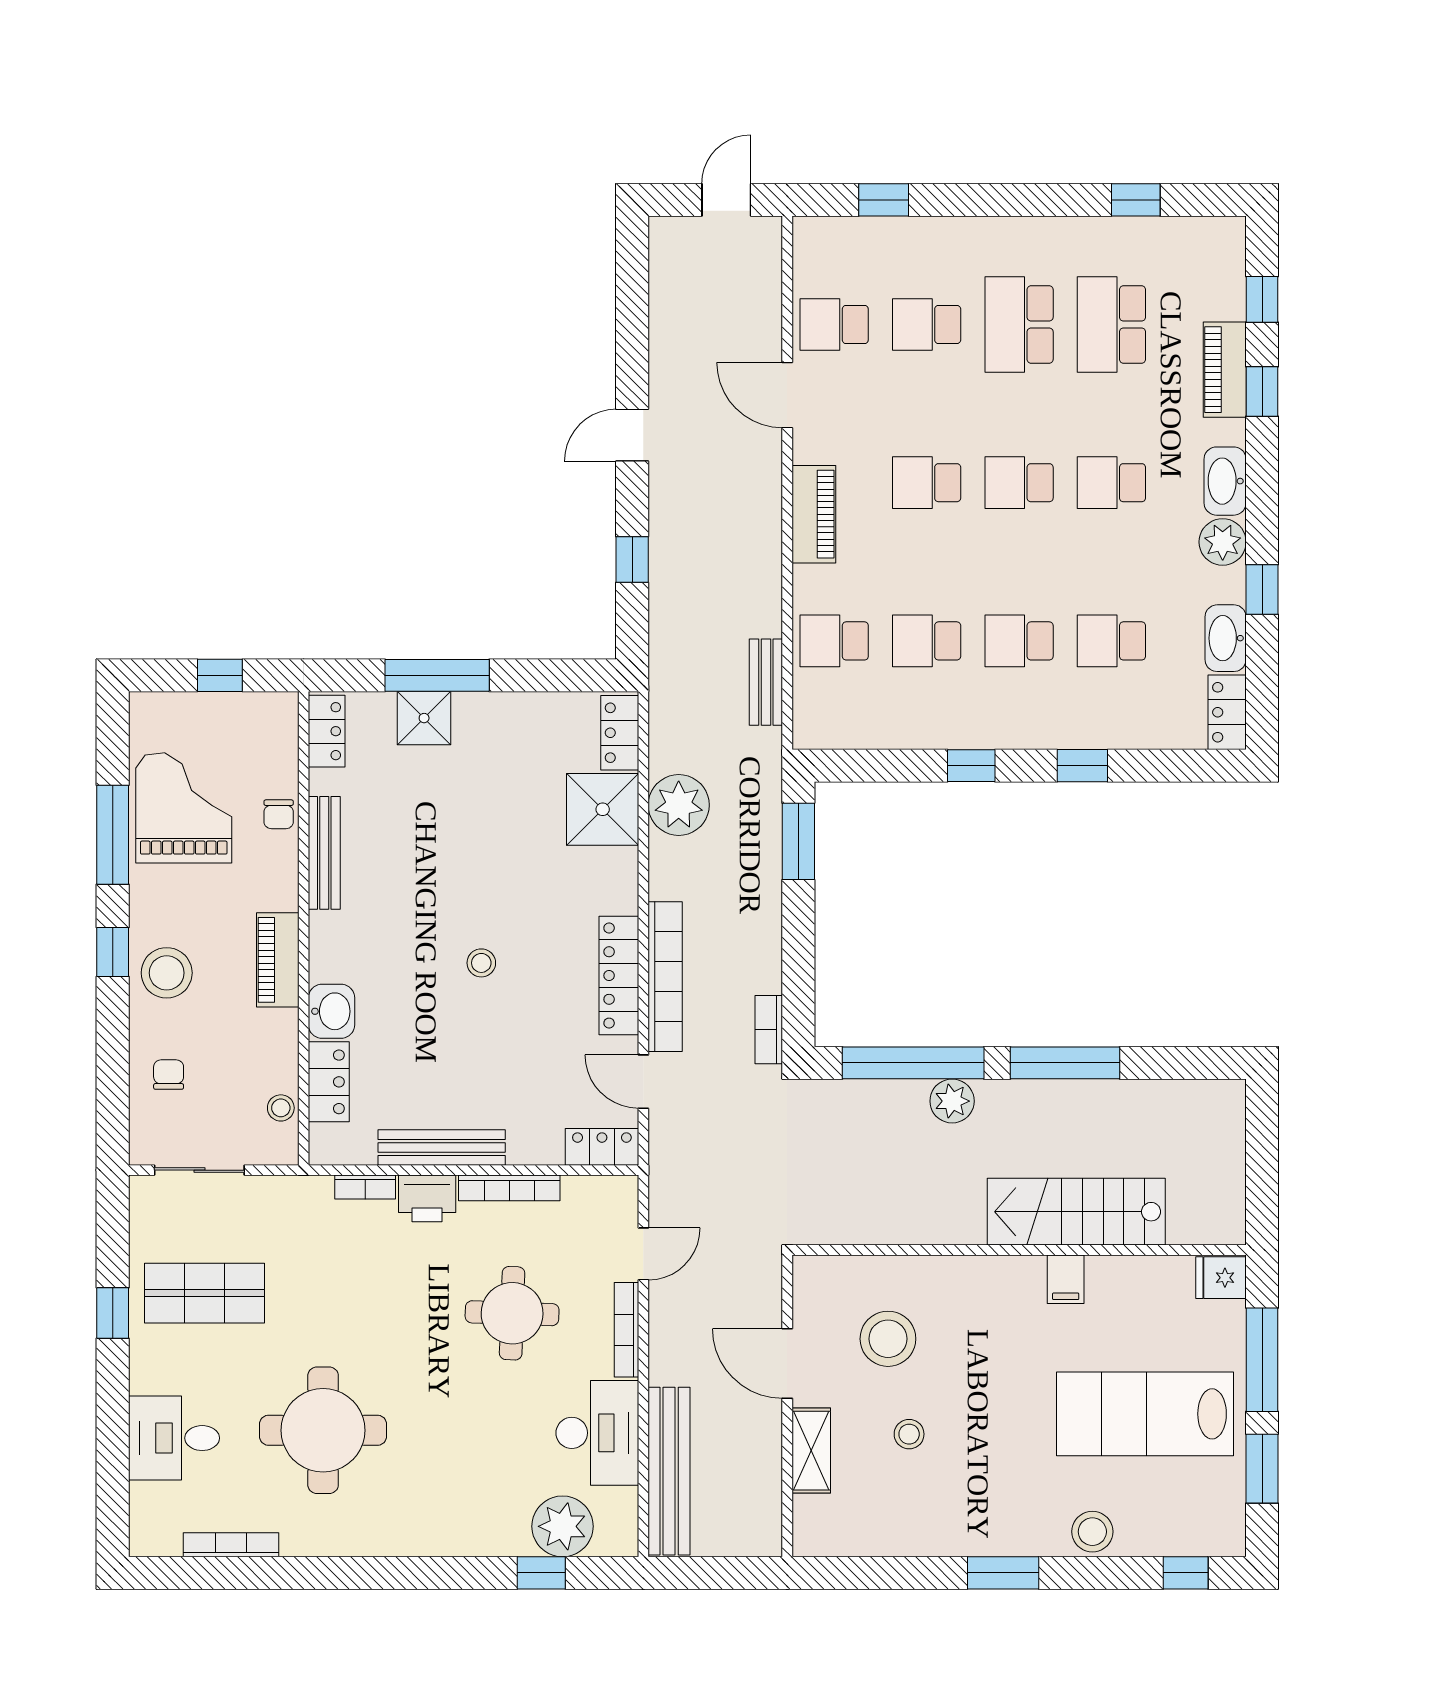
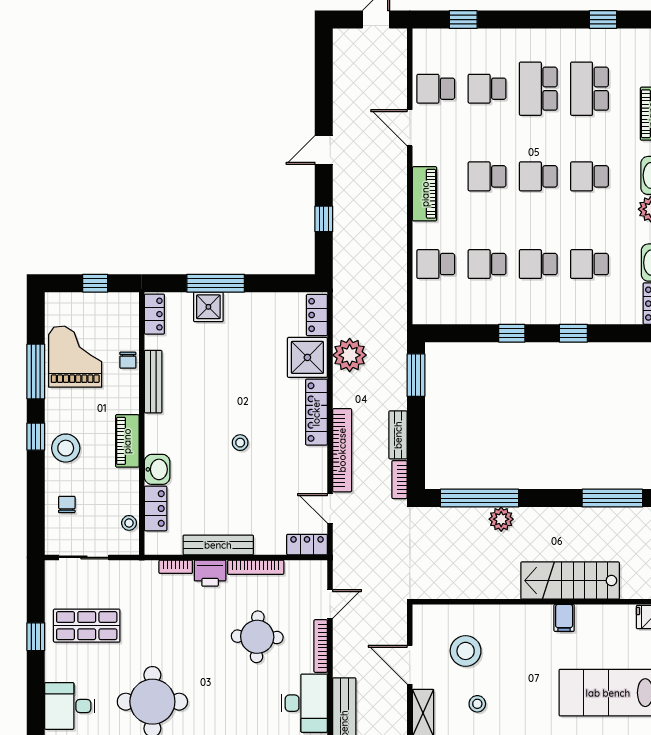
bench: (766, 682) -> (398, 435), moved
locker: (619, 976) -> (316, 412), moved
window: (1065, 1063) -> (612, 498), moved

